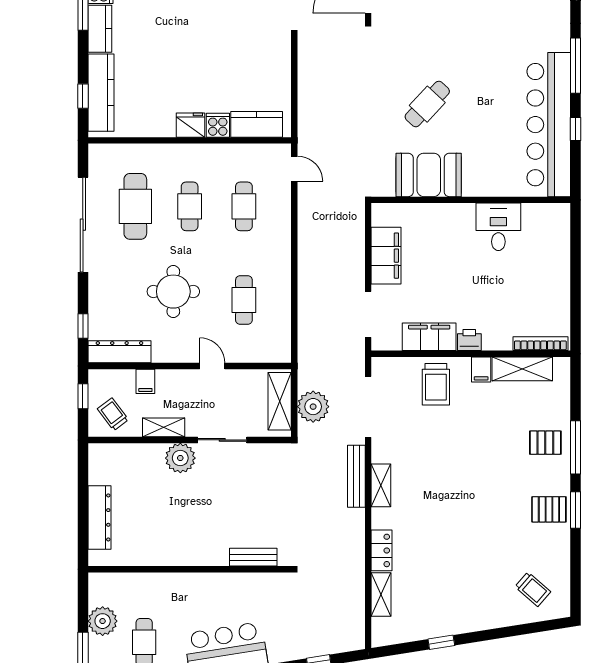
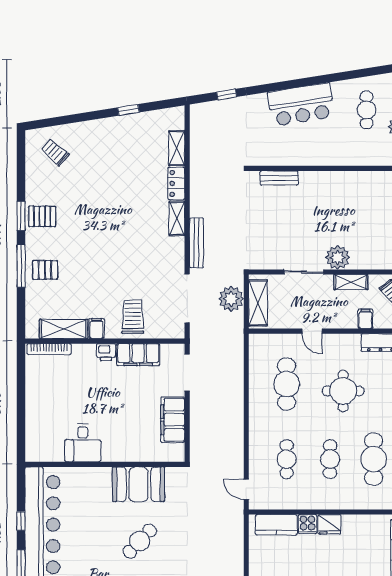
cafe table: (244, 300) -> (287, 384), width x1.37, depth x1.35
shelving: (381, 485) -> (177, 218), moved

